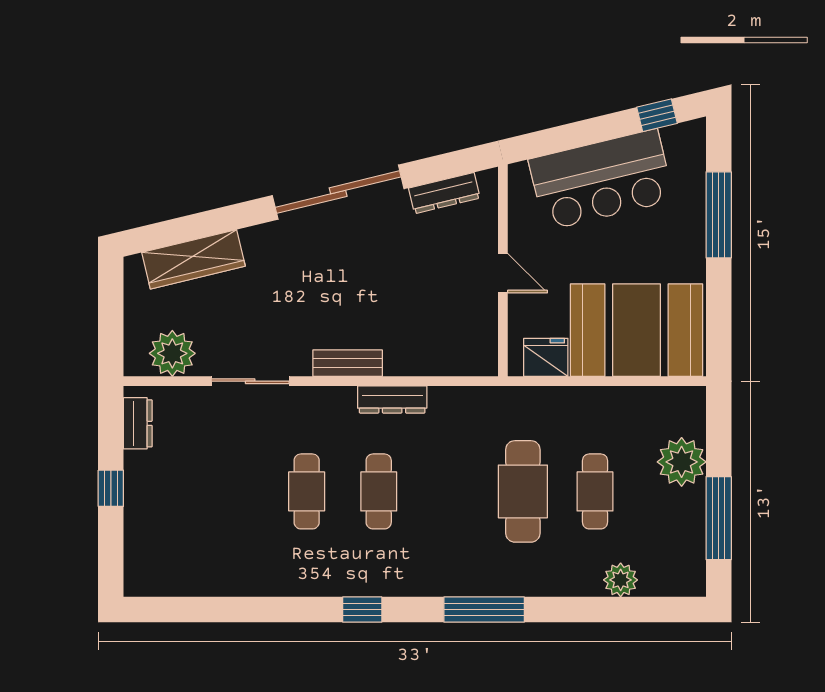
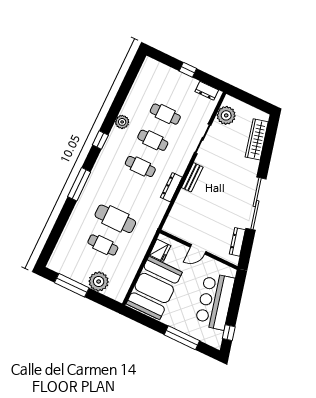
cafe table: (235, 491) -> (165, 114), added
plant: (621, 580) -> (122, 122), moved

